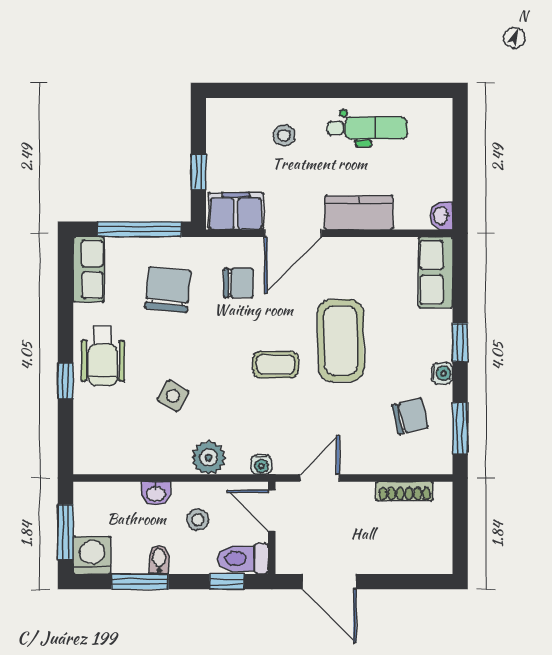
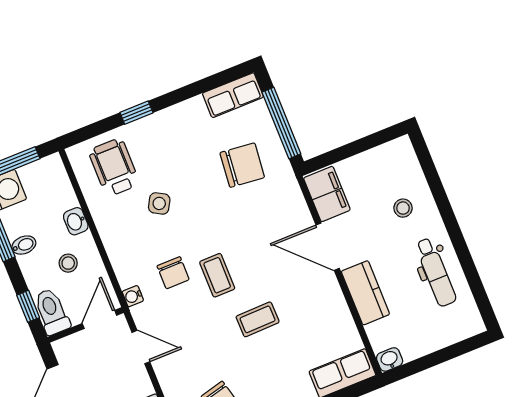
window: (198, 172) -> (346, 151), removed
chair: (238, 283) -> (173, 273), moved
coffee table: (341, 340) -> (258, 319), width x0.54, depth x0.58
wheelchair: (103, 356) -> (114, 167), moved, turned 90
plant: (209, 458) -> (121, 252), removed

